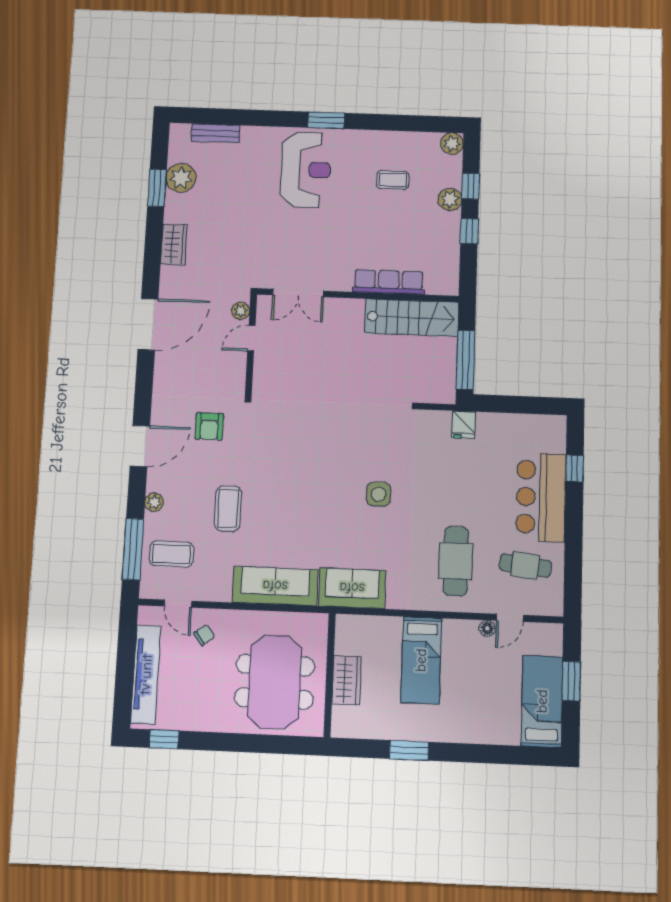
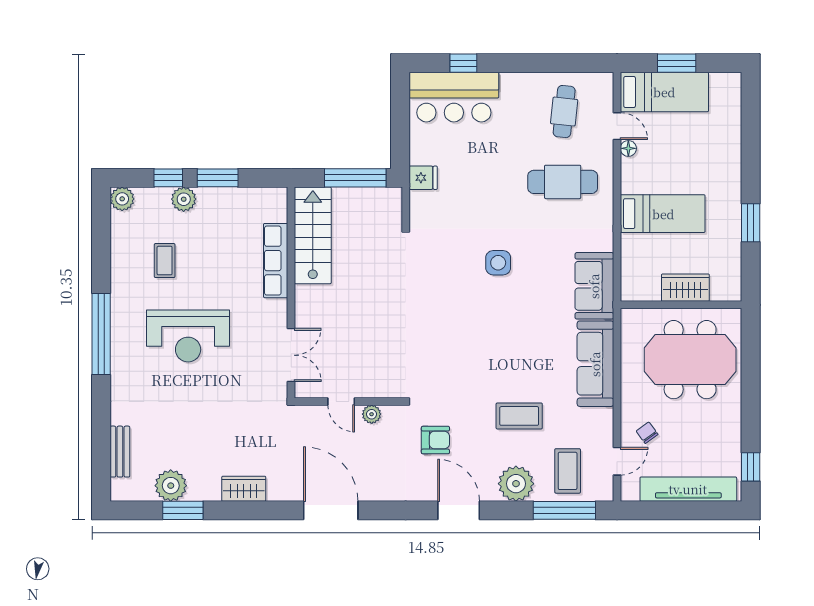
window: (326, 120) -> (101, 334), width x2.11
reception desk: (305, 170) -> (188, 336), moved, turned 180
window: (469, 231) -> (218, 178), width x1.50
plant: (241, 311) -> (372, 414), moved
bar counter: (541, 497) -> (454, 97), moved
plant: (154, 502) -> (516, 484), width x1.87, depth x1.87
bed: (542, 701) -> (664, 92), moved, turned 180

